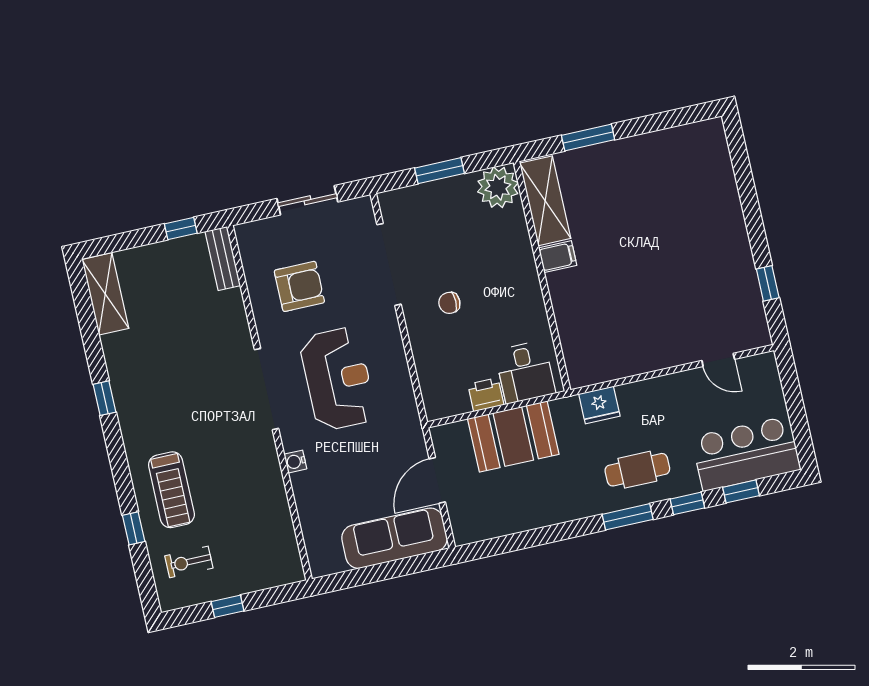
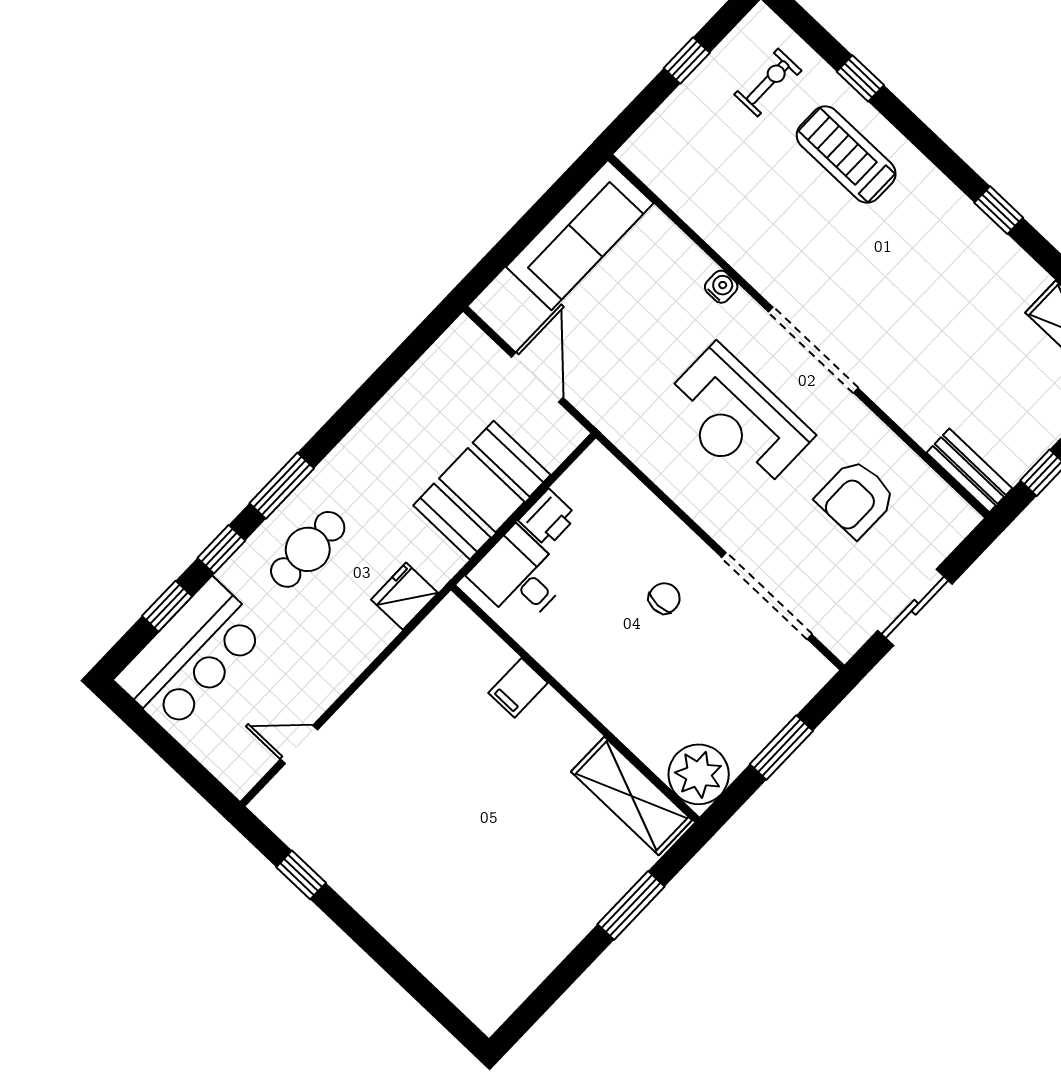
filing cabinet: (558, 257) -> (518, 688), moved
sofa: (394, 538) -> (580, 235), moved

